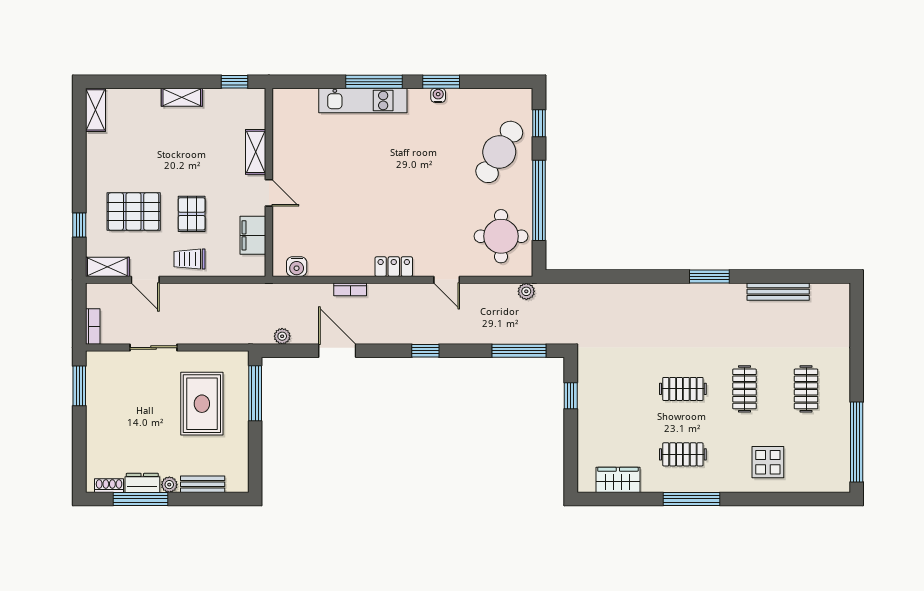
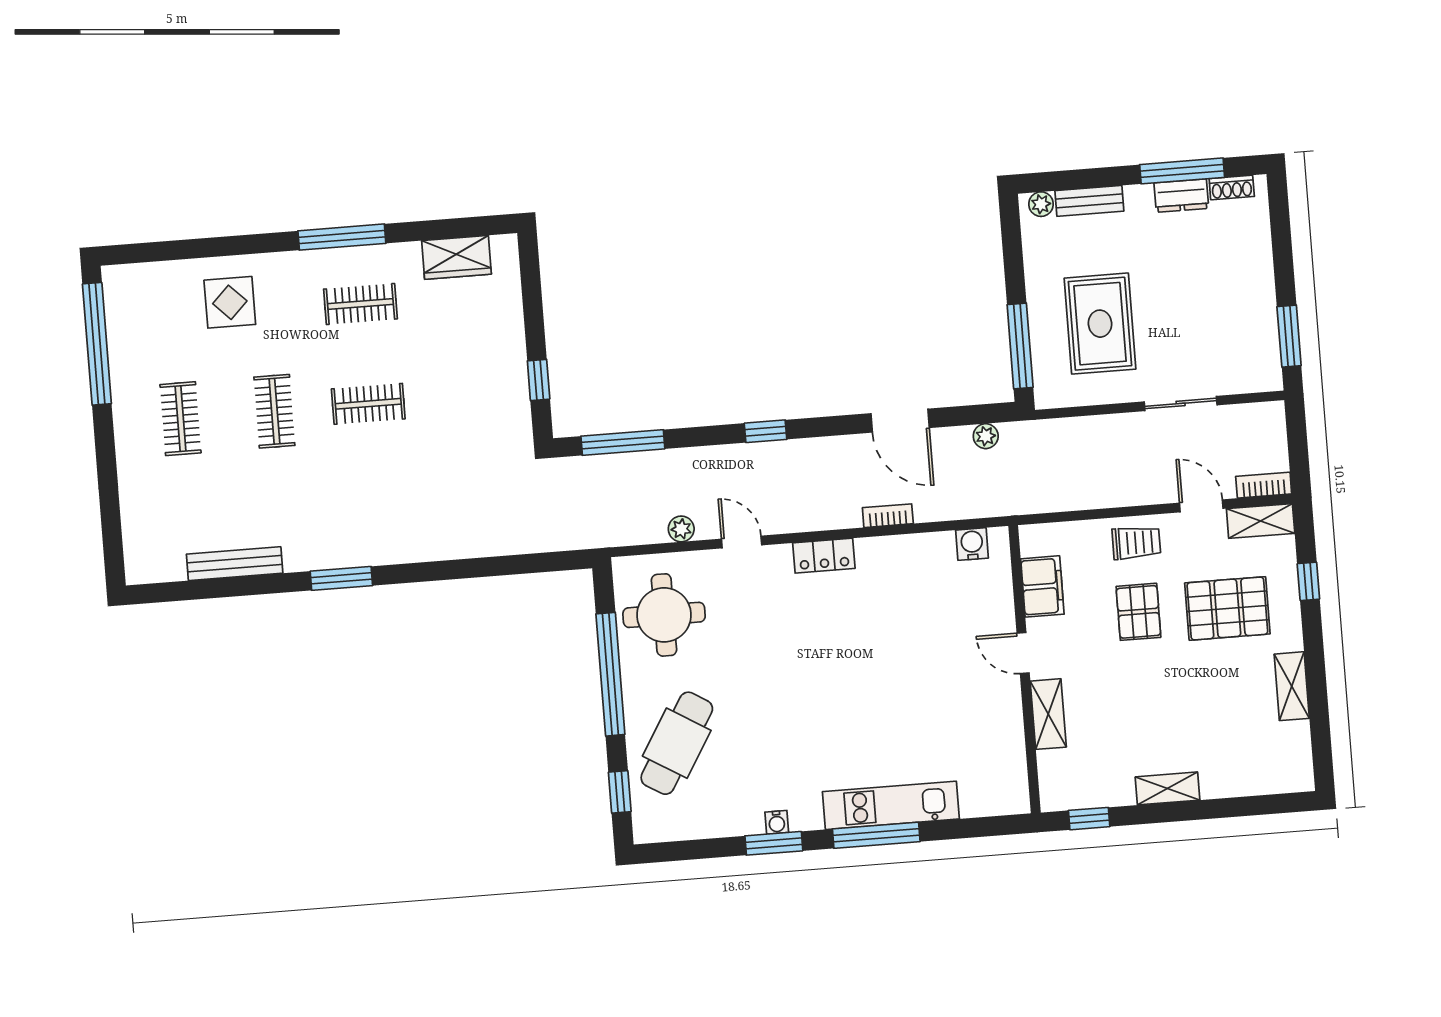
shelving: (95, 110) -> (1292, 686), moved
plant: (526, 291) -> (681, 529), moved
bookcase: (93, 327) -> (1264, 485), moved, turned 90
plant: (169, 485) -> (1041, 204), moved

